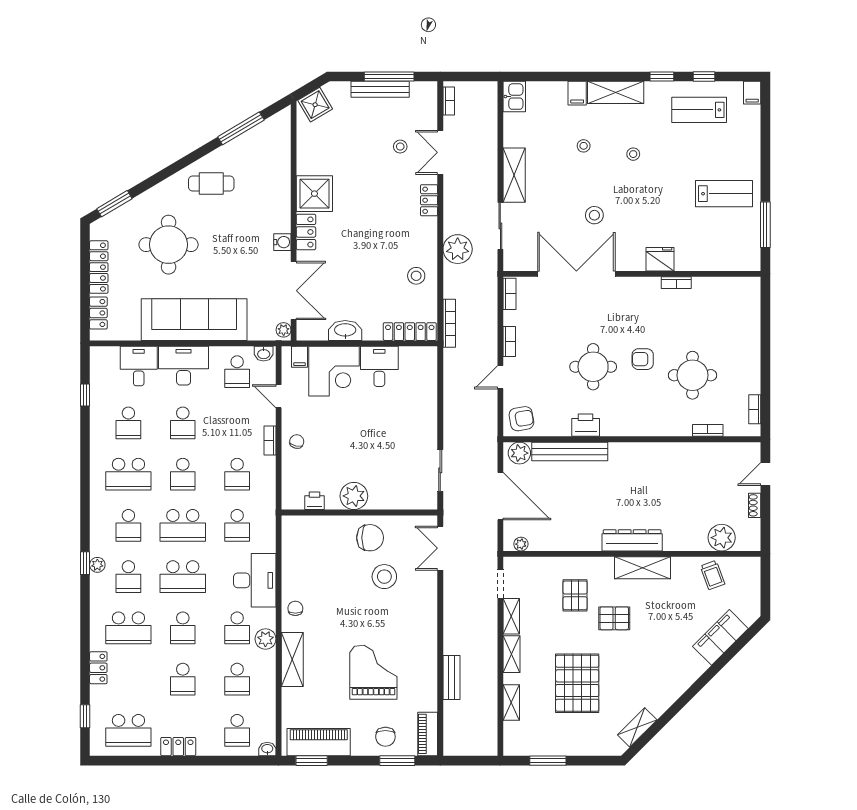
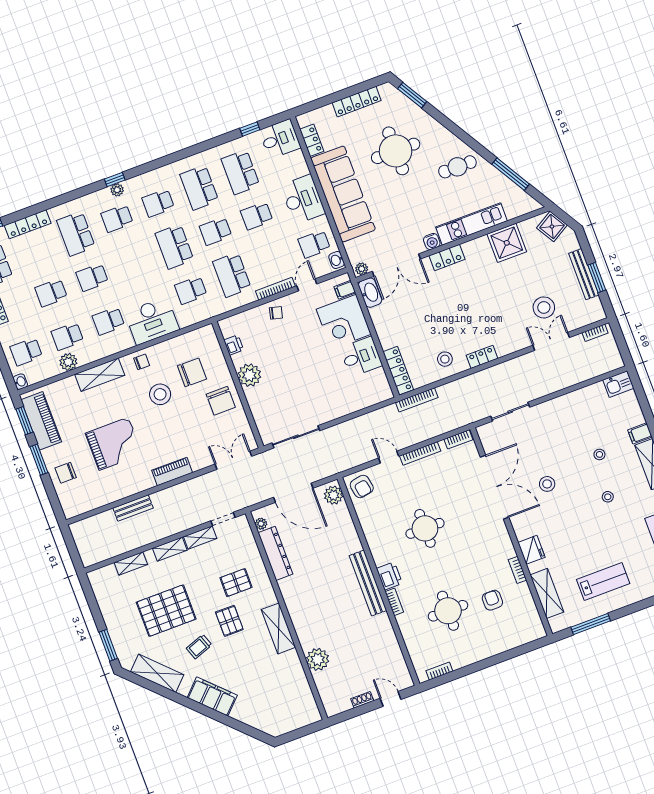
window: (389, 76) -> (597, 278), width x0.69
stool: (400, 147) -> (544, 307), width x1.89, depth x1.89
shelving: (514, 175) -> (547, 593), moved, turned 90
cafe table: (211, 183) -> (457, 167), turned 90
kitchen unit: (279, 192) -> (471, 224), added
shower: (314, 194) -> (507, 243), moved
lab bench: (724, 194) -> (603, 582), turned -90
locker: (429, 200) -> (482, 357), moved
plant: (458, 249) -> (479, 384), removed
locker: (98, 313) -> (312, 140), moved, turned -90
washbasin: (345, 330) -> (370, 293), moved
bookcase: (509, 341) -> (420, 453), width x1.56
armchair: (643, 359) -> (492, 600), moved
desk: (139, 366) -> (280, 139), moved
school desk: (128, 423) -> (240, 172), width x1.85
printer: (586, 425) -> (389, 576), moved
bookcase: (708, 430) -> (394, 602), moved
bookcase: (270, 440) -> (275, 289), width x1.56
bench: (570, 451) -> (368, 583), moved
sliding door: (440, 470) -> (296, 437), width x1.37
school desk: (237, 474) -> (232, 275), width x1.85
door: (500, 496) -> (293, 493), hinge flipped
plant: (722, 538) -> (318, 659), moved
dresser: (632, 540) -> (275, 553), moved
chair: (327, 558) -> (192, 372), added
trolley: (712, 575) -> (199, 647), moved
school desk: (183, 577) -> (133, 262), removed
stool: (384, 577) -> (160, 394), moved
filing cabinet: (720, 637) -> (212, 697), moved
plant: (265, 639) -> (68, 362), moved
locker: (98, 668) -> (28, 224), width x1.53
shelving: (637, 727) -> (157, 673), width x1.50, depth x1.33
piano: (428, 734) -> (172, 472), moved
window: (397, 761) -> (39, 460), moved
window: (548, 761) -> (108, 645), moved

